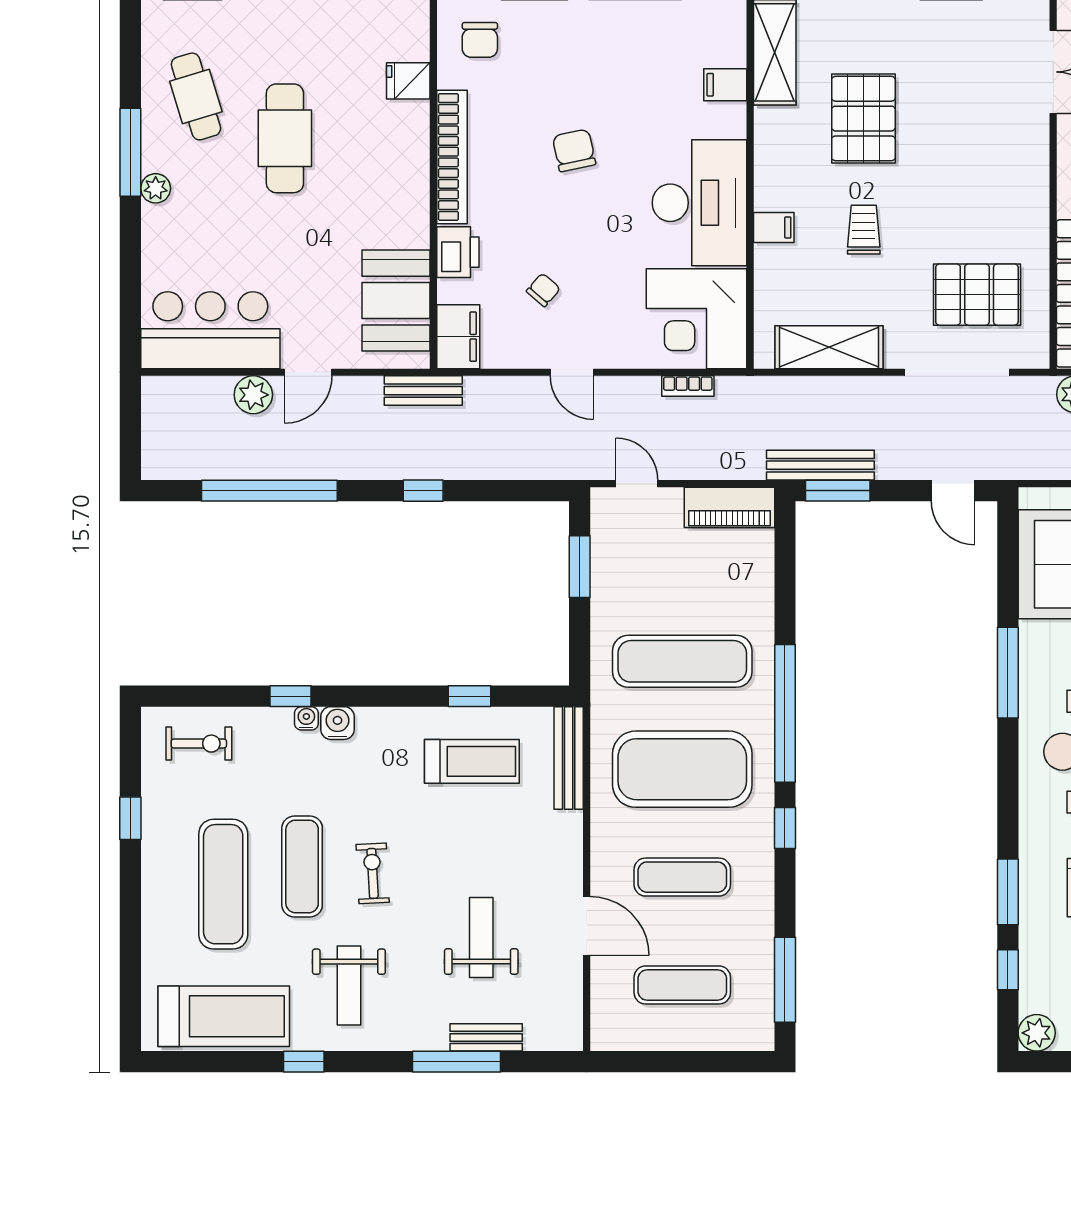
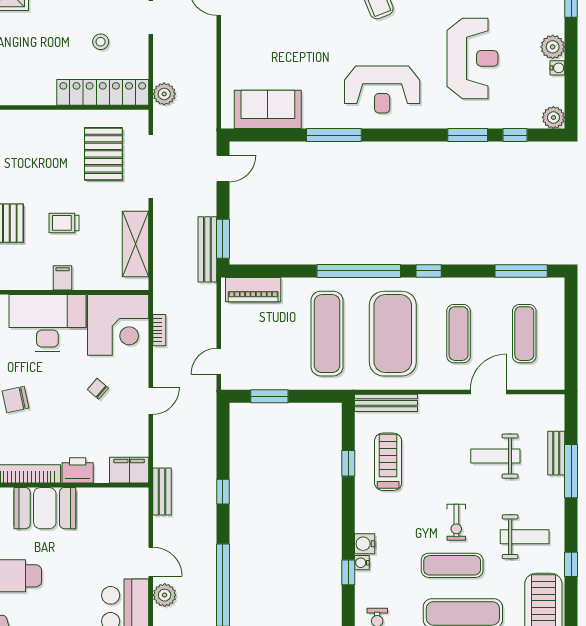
chair: (543, 290) -> (98, 389), moved
booth: (396, 301) -> (45, 508), moved
piano: (729, 507) -> (253, 290), moved, turned 90
exercise bike: (373, 873) -> (456, 522), turned -87

